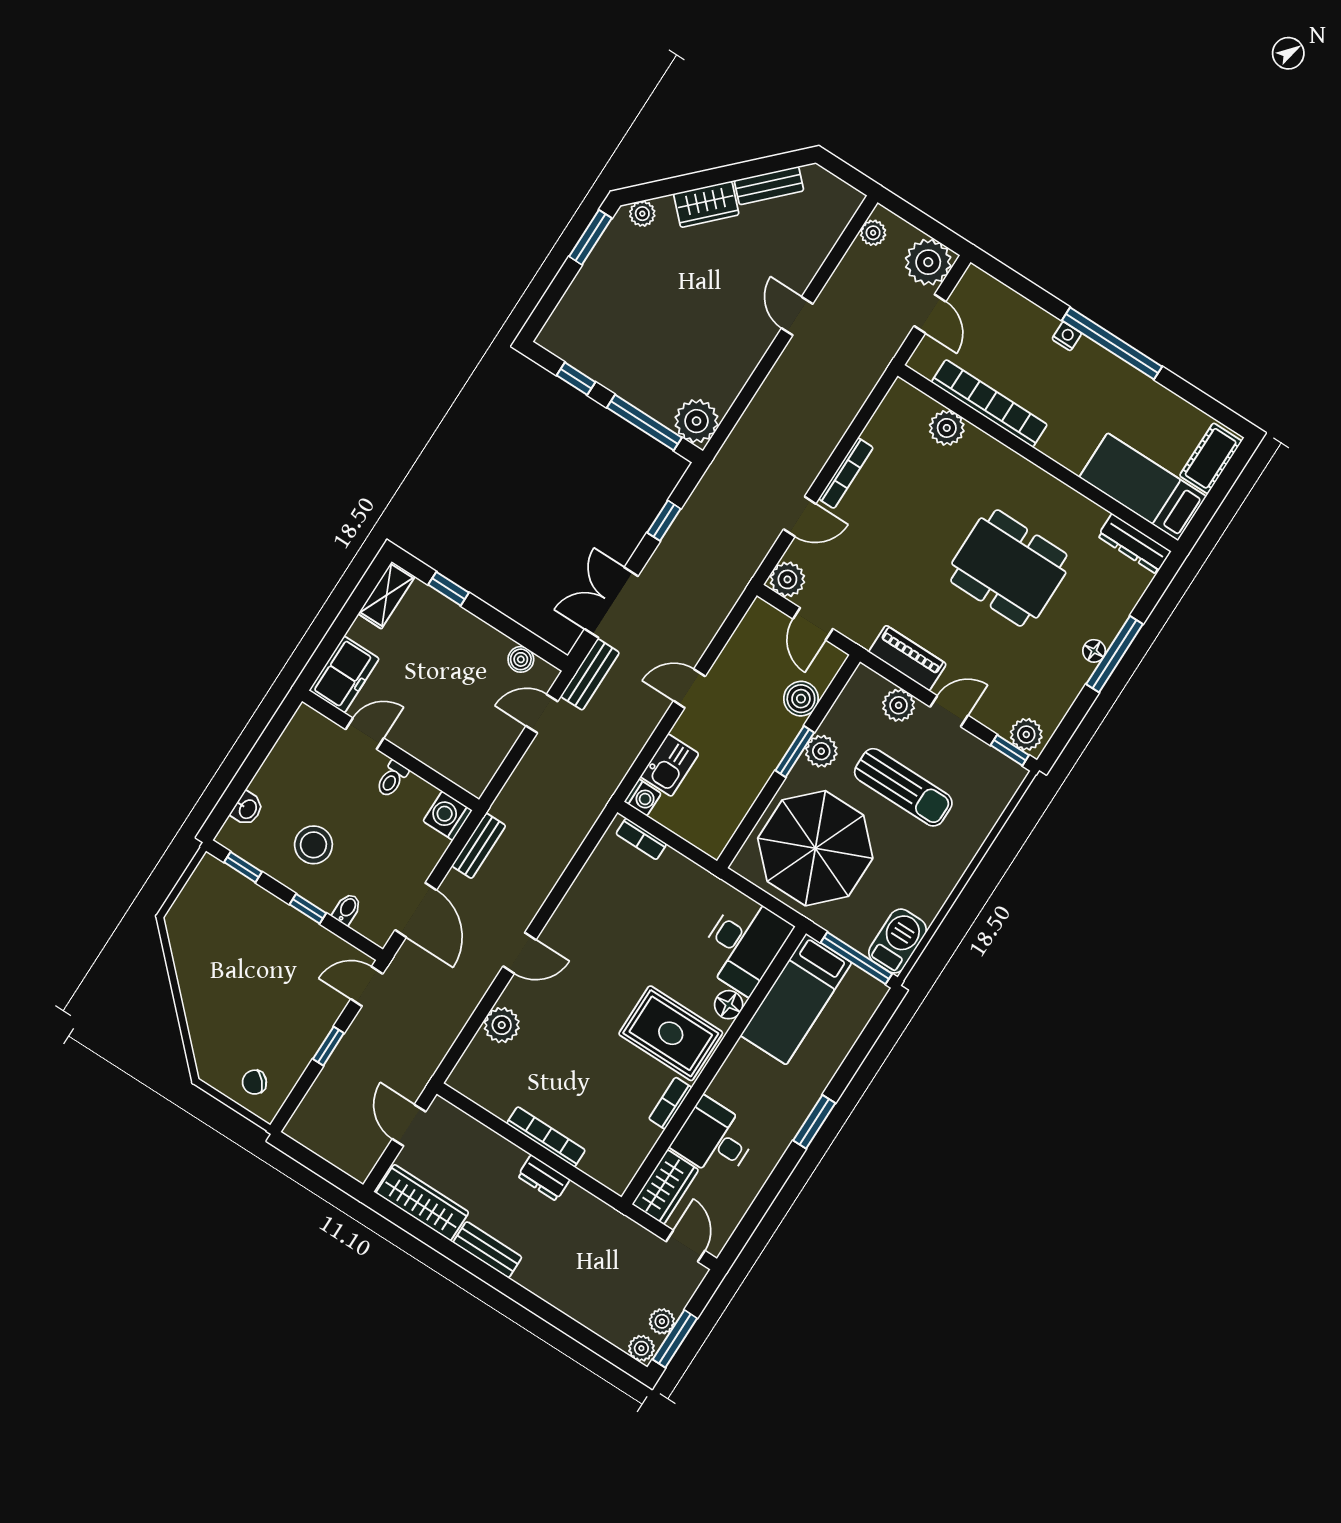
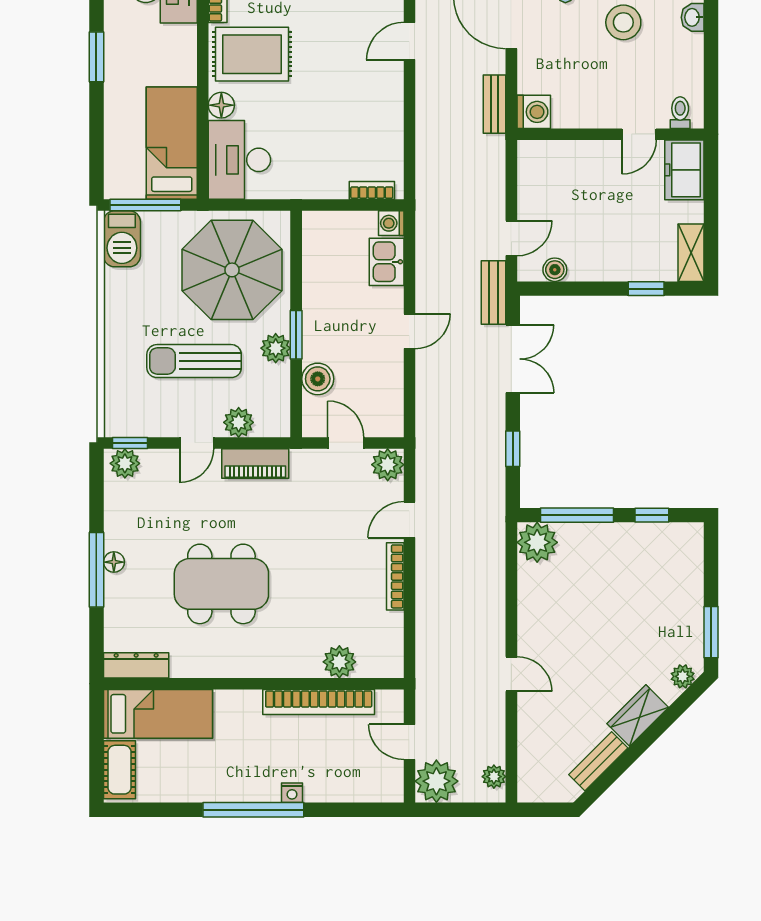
toilet: (392, 779) -> (680, 113), moved

